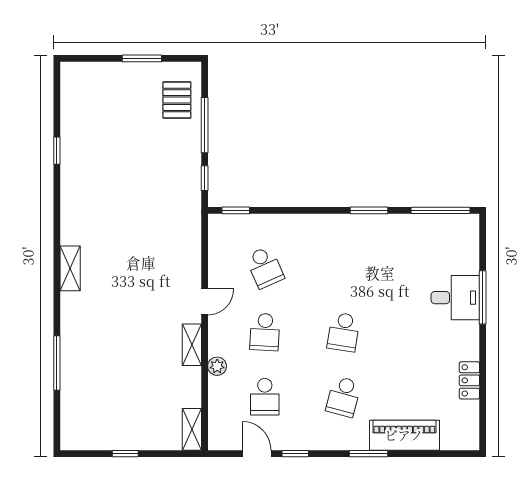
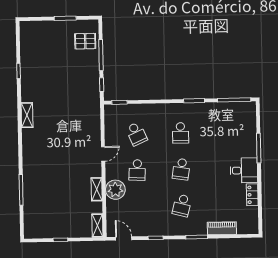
pallet: (177, 100) -> (85, 41), turned 90
shelving: (70, 268) -> (27, 115), moved
desk: (455, 298) -> (244, 170), moved
shelving: (192, 345) -> (97, 189), moved
plant: (217, 366) -> (115, 190), width x1.88, depth x1.88
school desk: (265, 397) -> (181, 133), moved
piano: (404, 435) -> (222, 228), width x0.73, depth x0.75
door: (257, 454) -> (124, 238), moved

